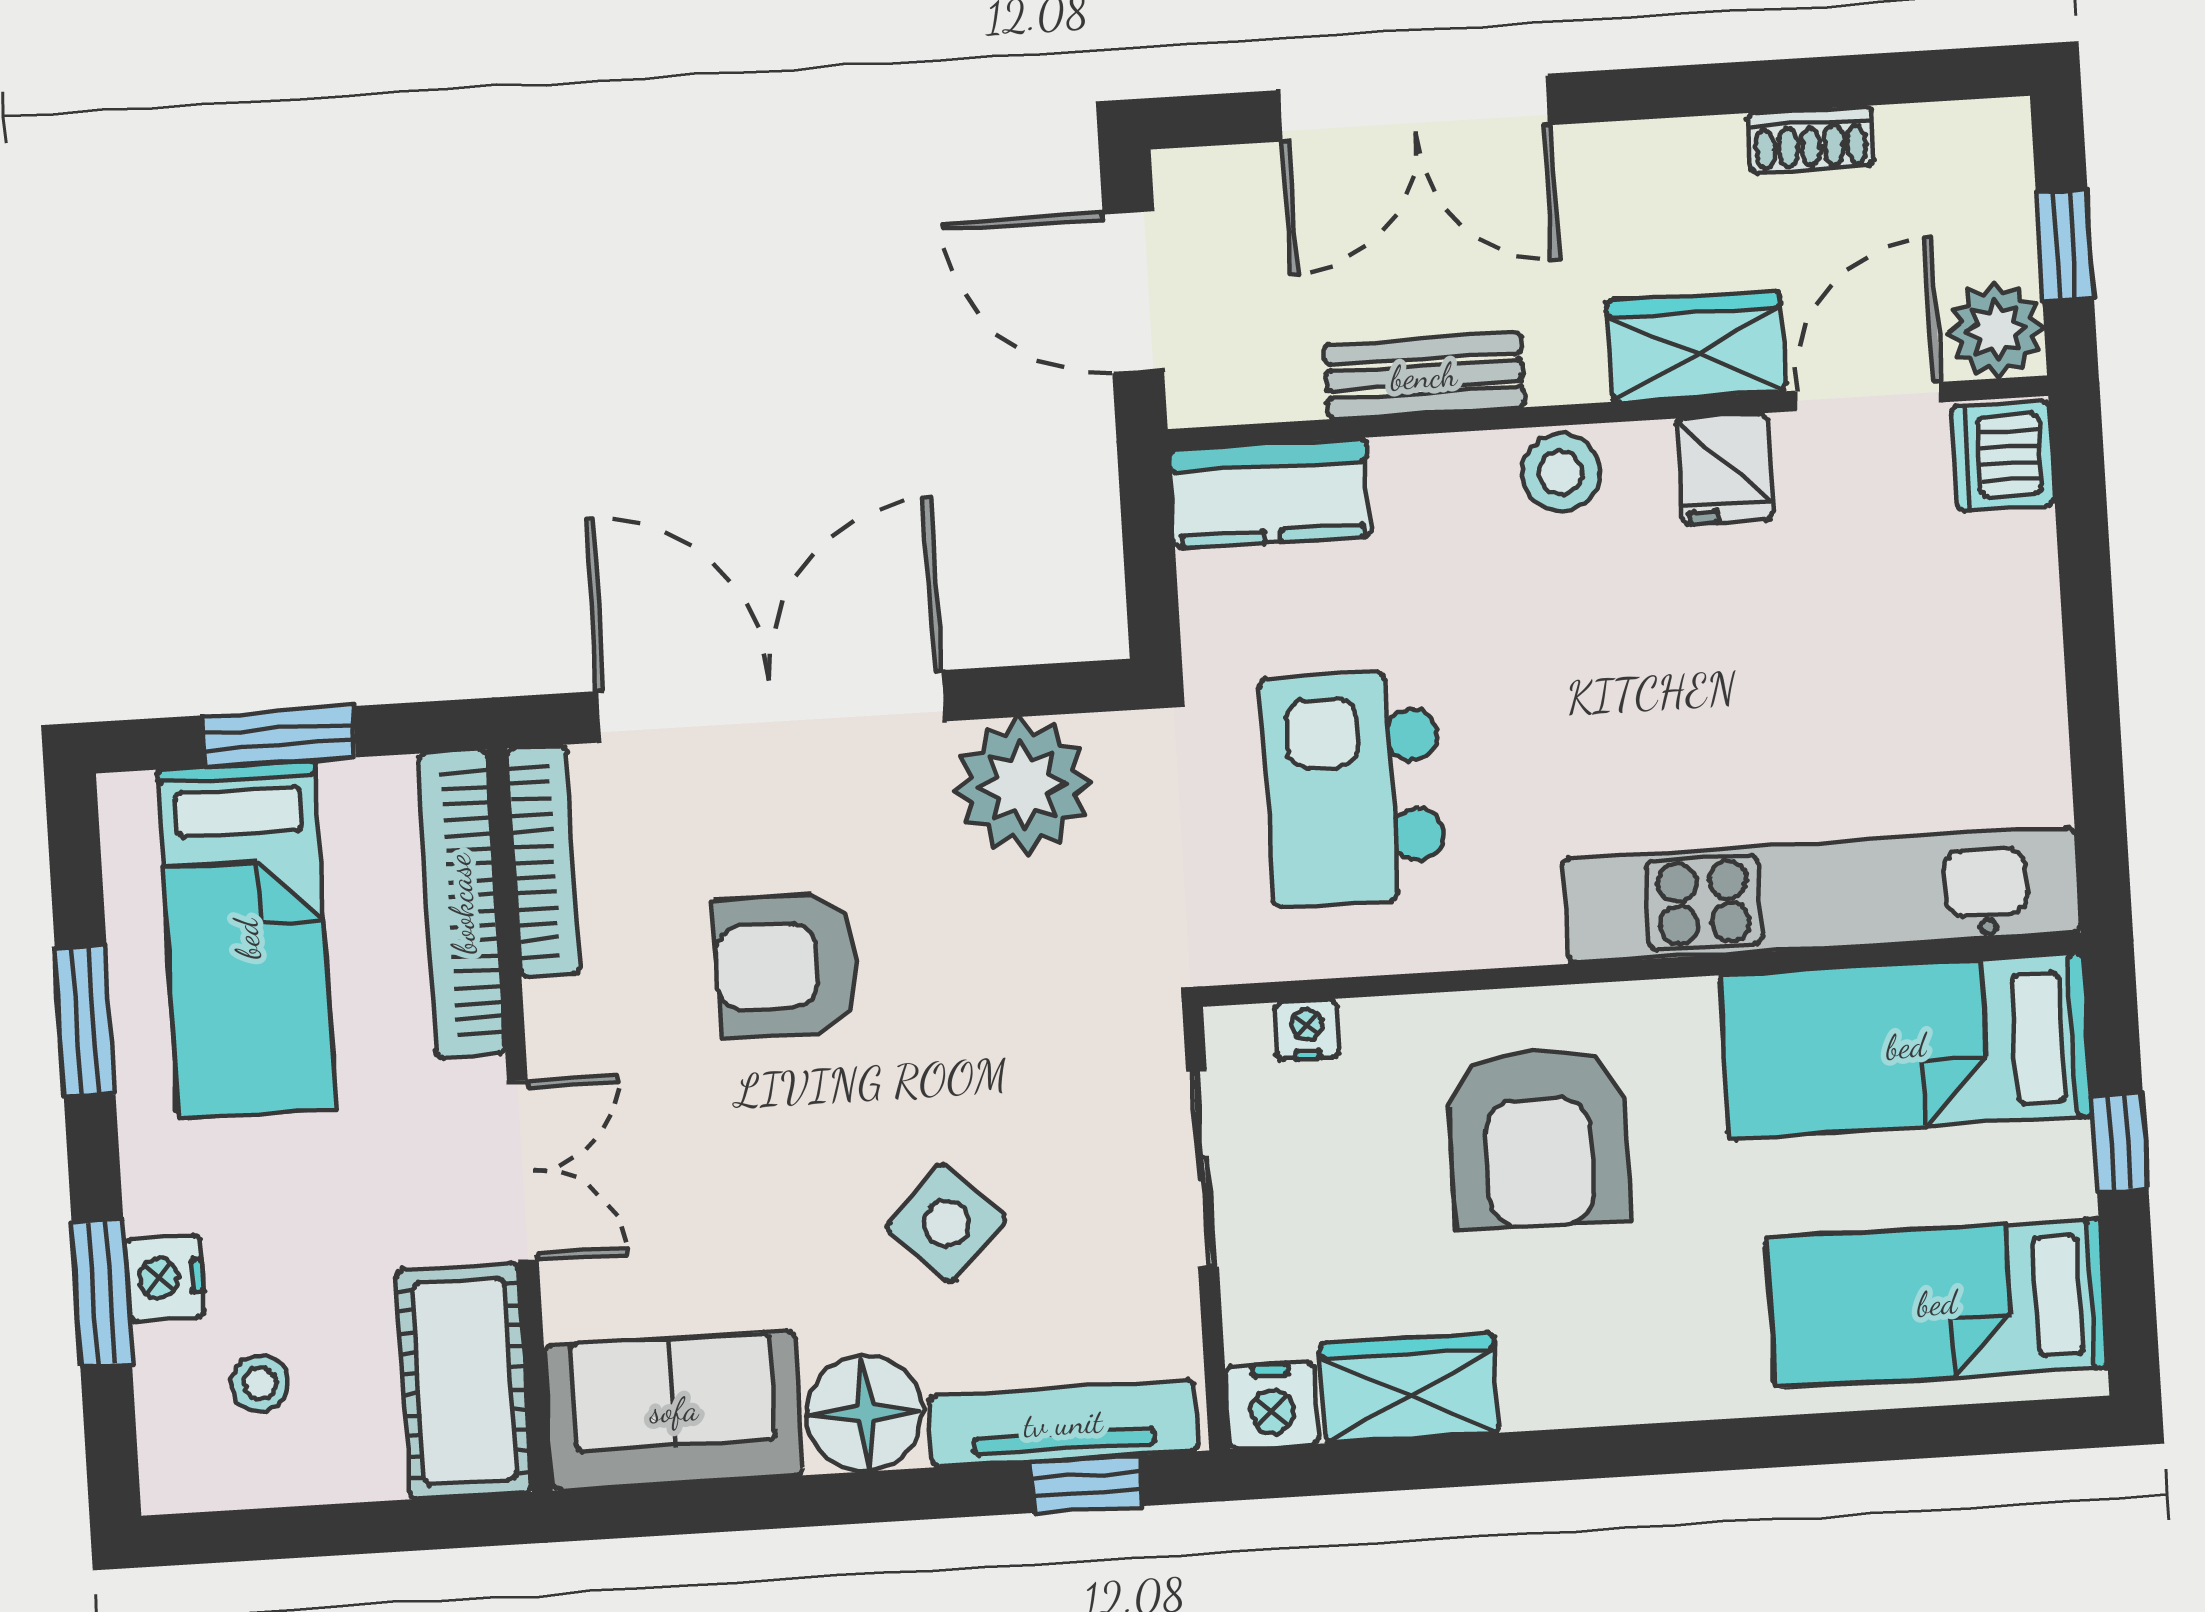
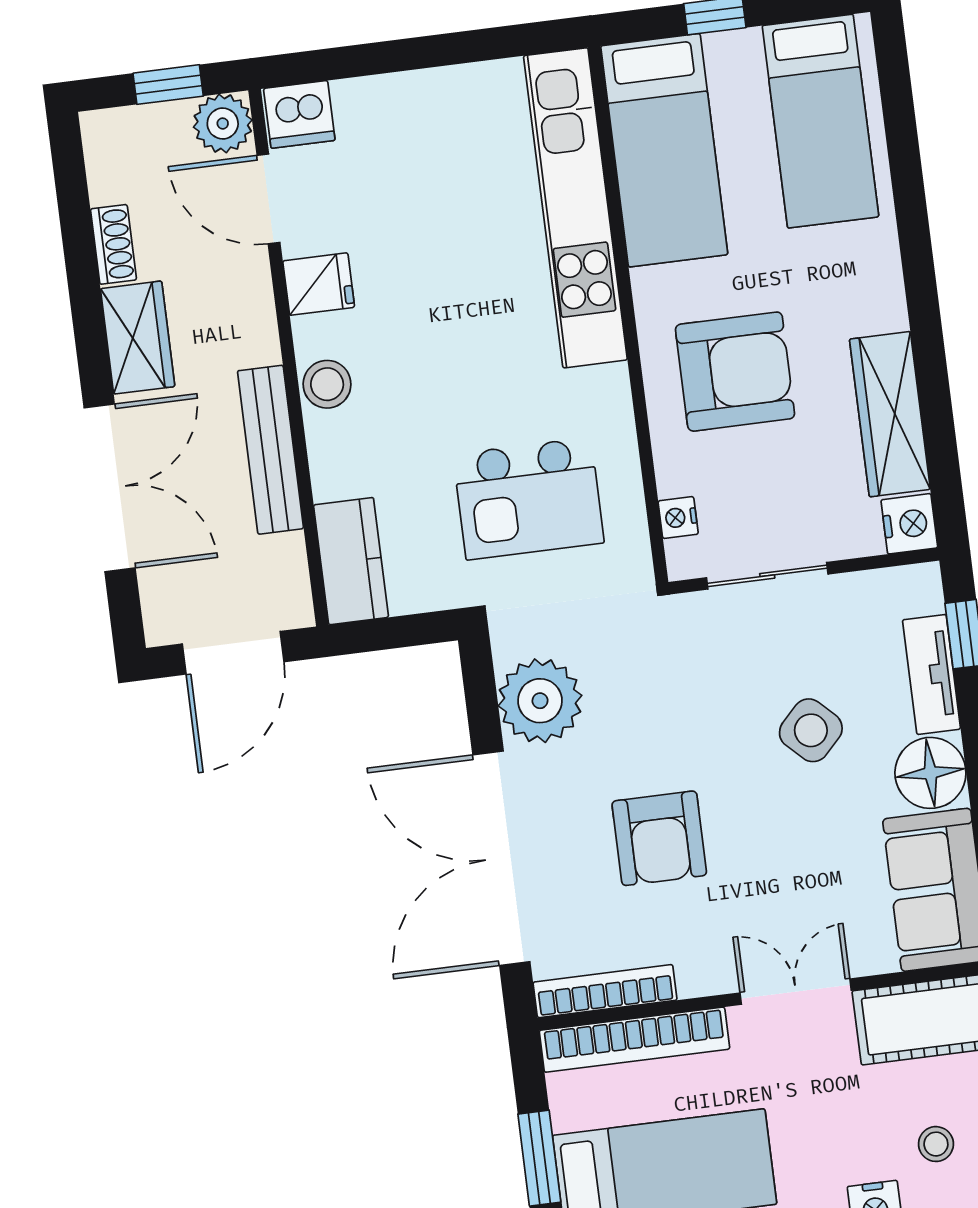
wardrobe: (1696, 346) -> (138, 338), moved, turned 180
bench: (1424, 376) -> (270, 450), width x1.36
wardrobe: (1409, 1388) -> (890, 414), width x1.50
tv unit: (1063, 1423) -> (932, 674), width x0.71

